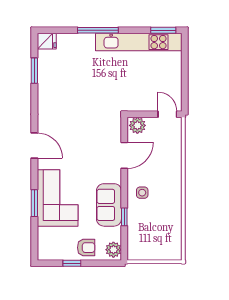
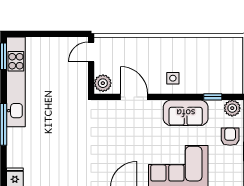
window: (124, 217) -> (213, 97), moved

